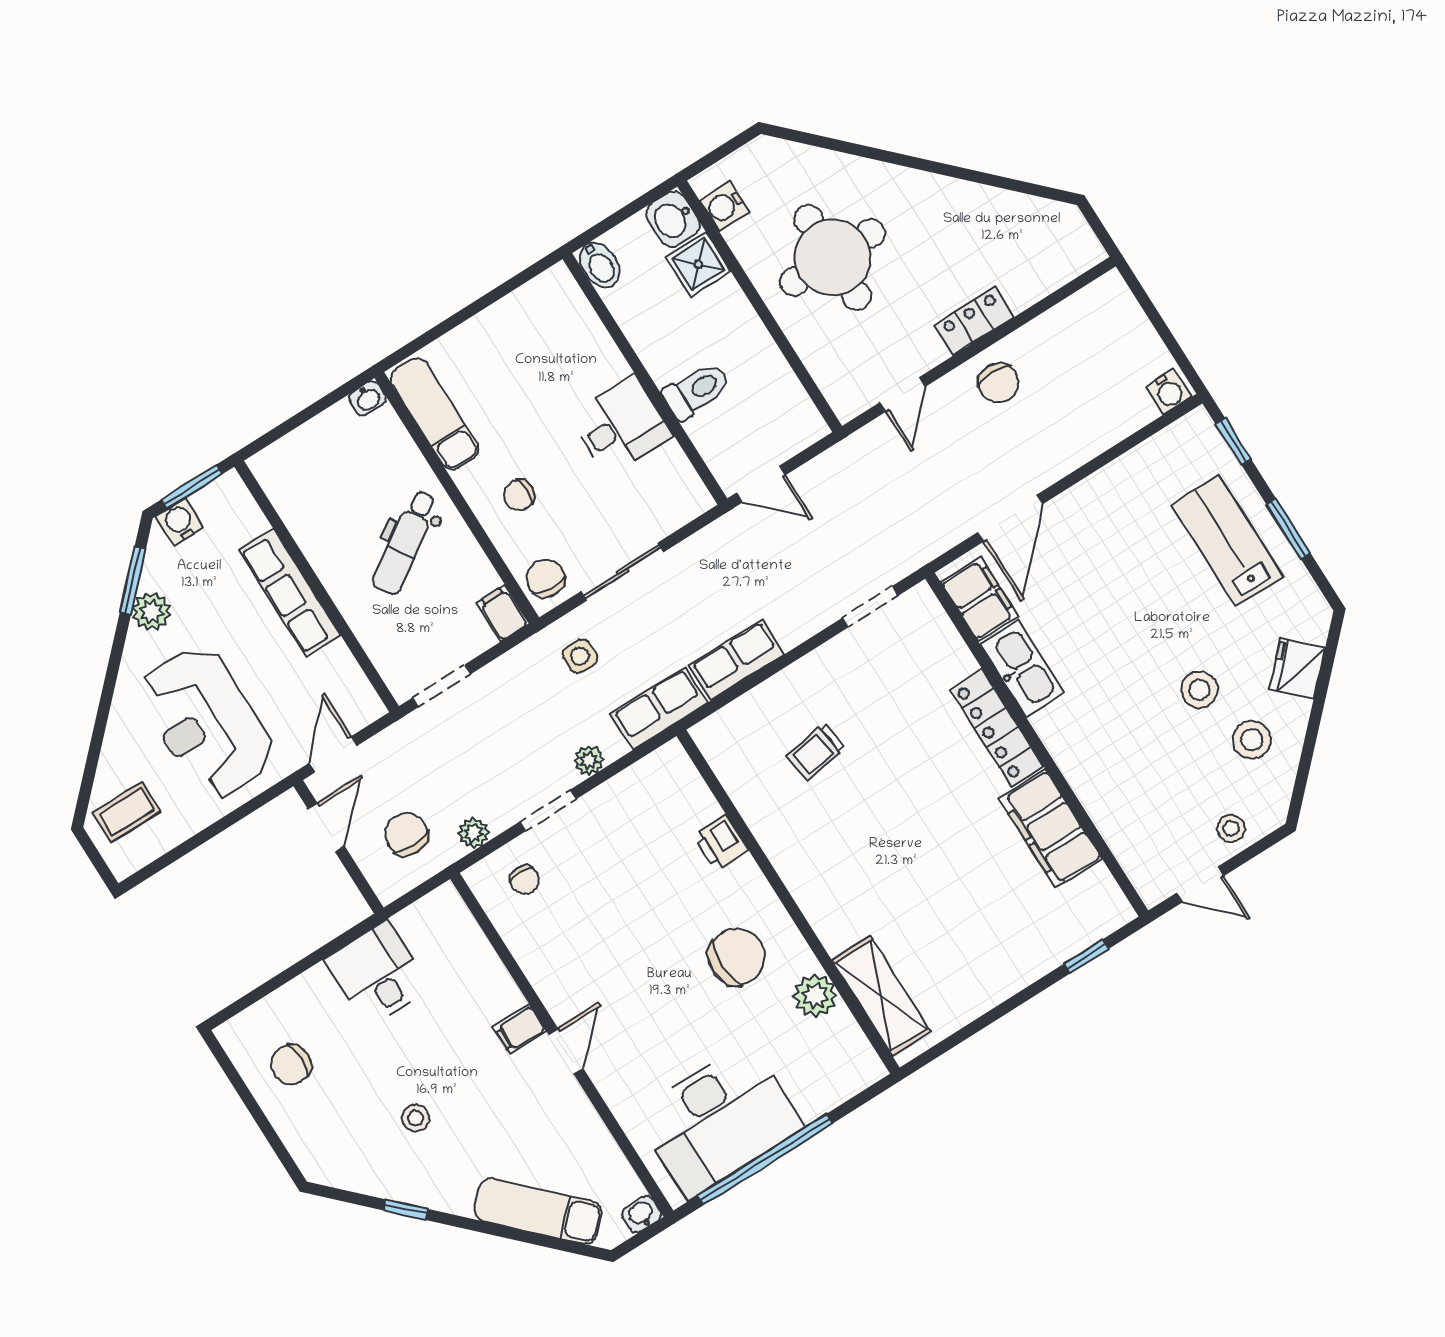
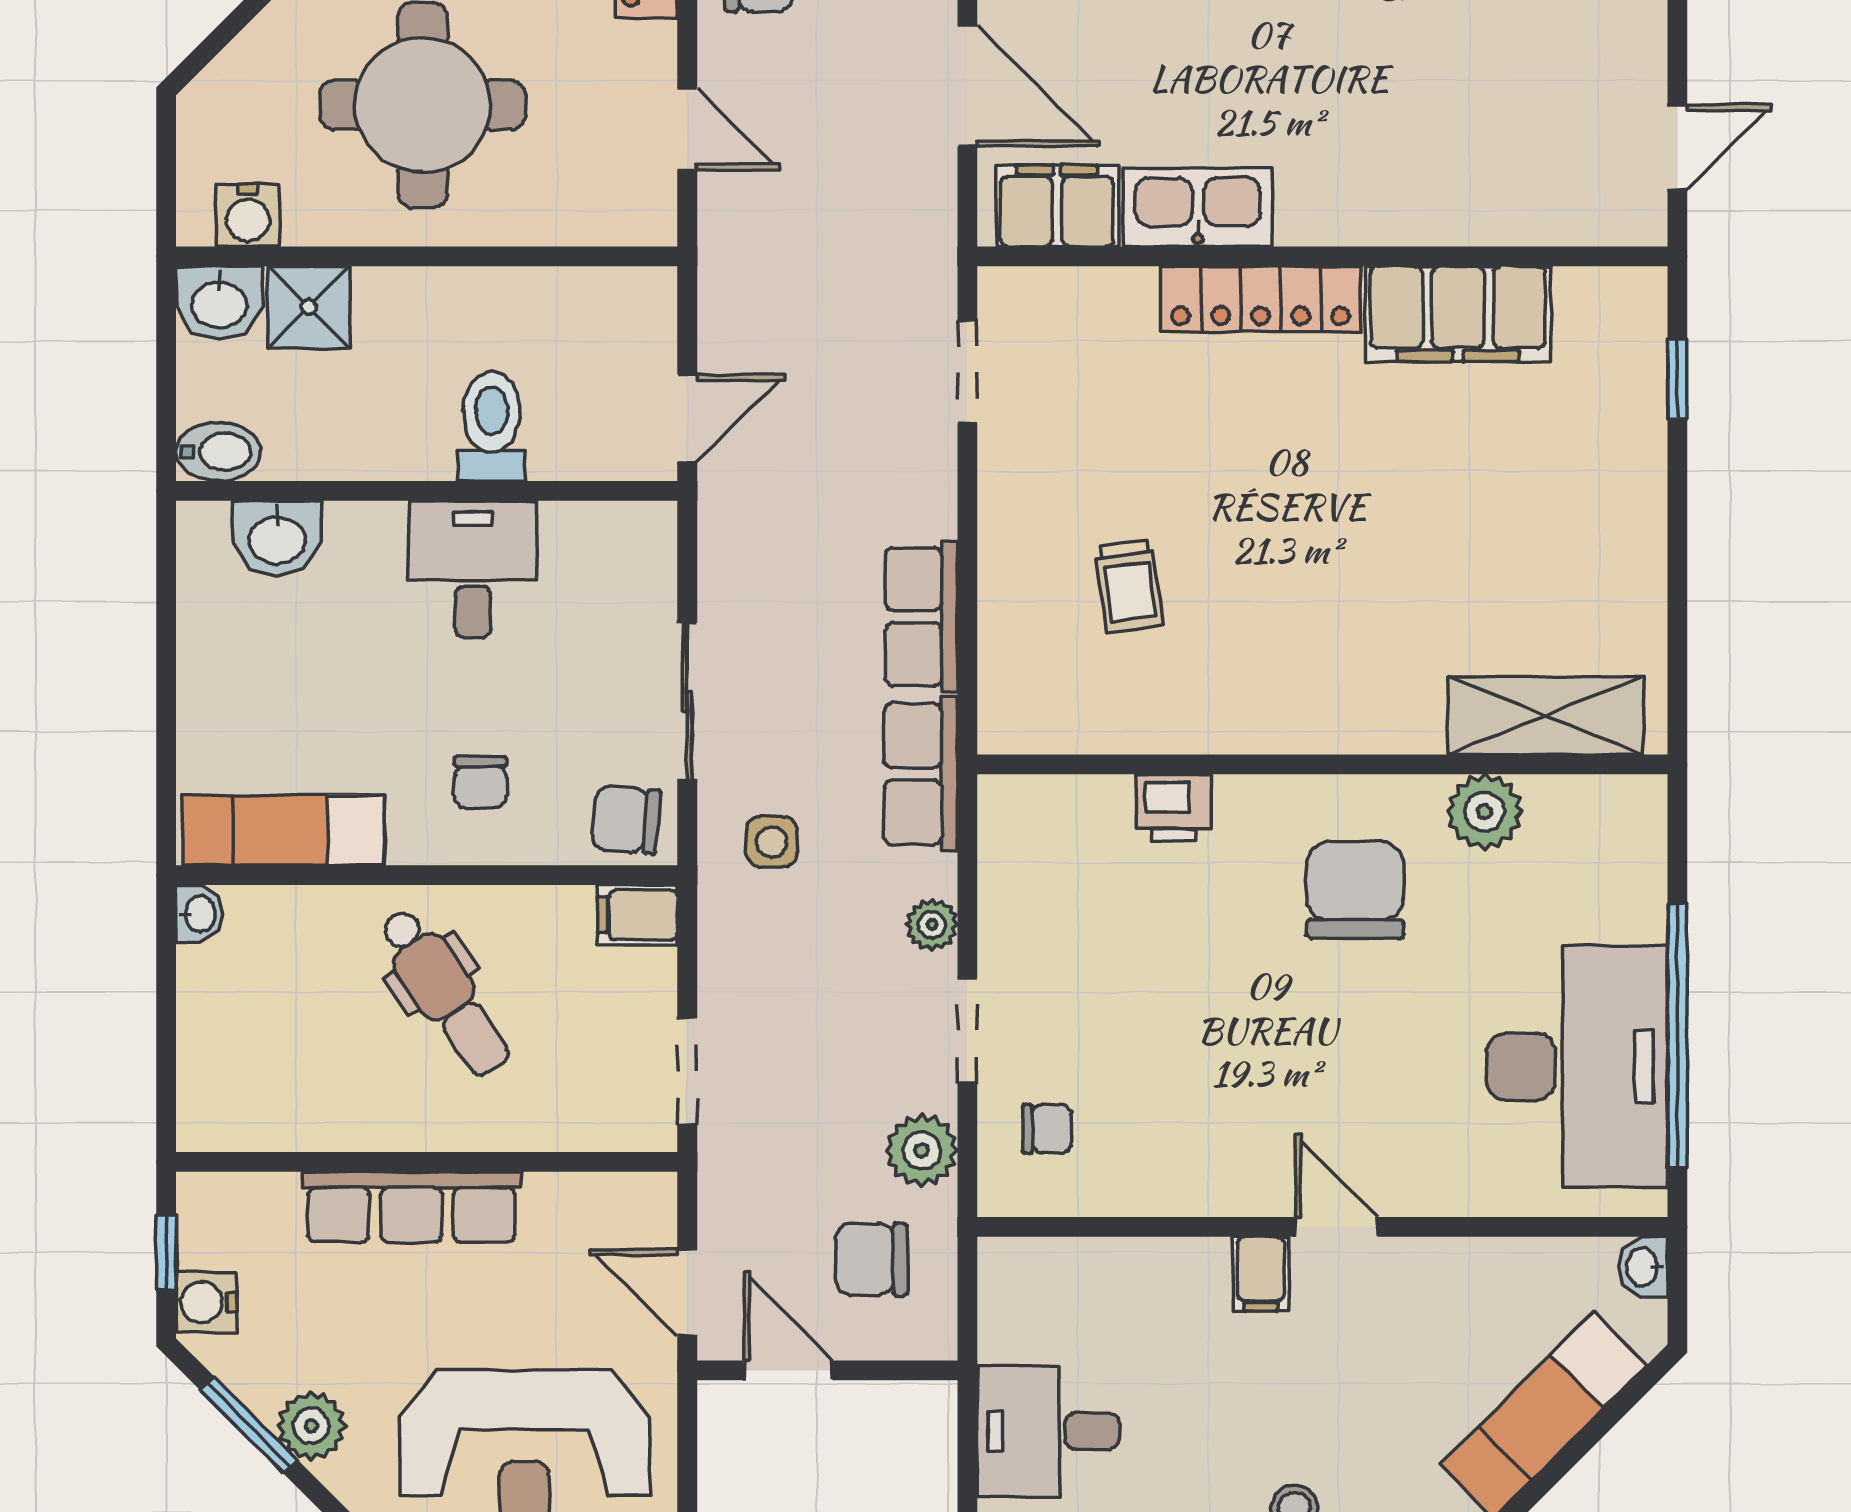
washbasin: (575, 320) -> (277, 538), added
window: (192, 487) -> (166, 1252), width x0.67
stool: (1231, 828) -> (1624, 50), removed
plant: (474, 833) -> (922, 1150), width x1.38, depth x1.38

